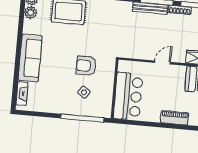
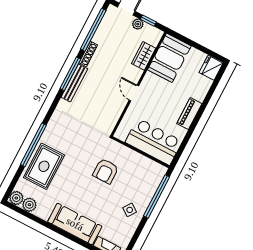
side table: (84, 92) -> (130, 210), moved
piano: (175, 118) -> (189, 114), moved

